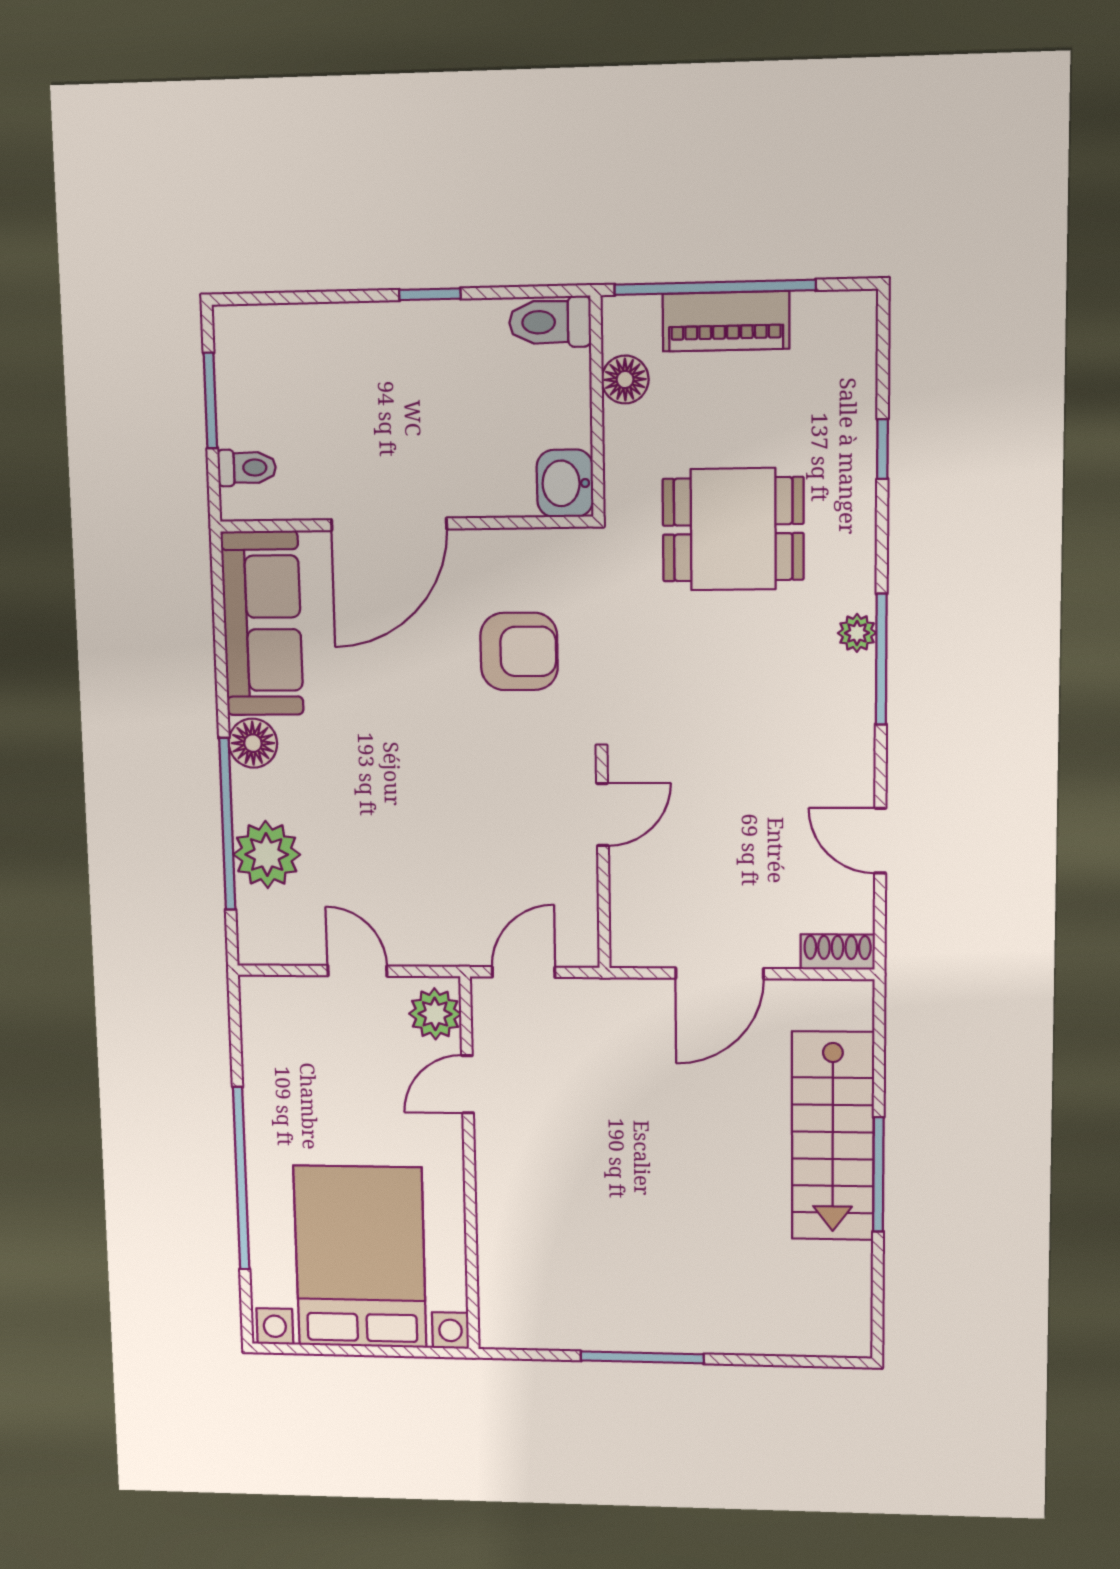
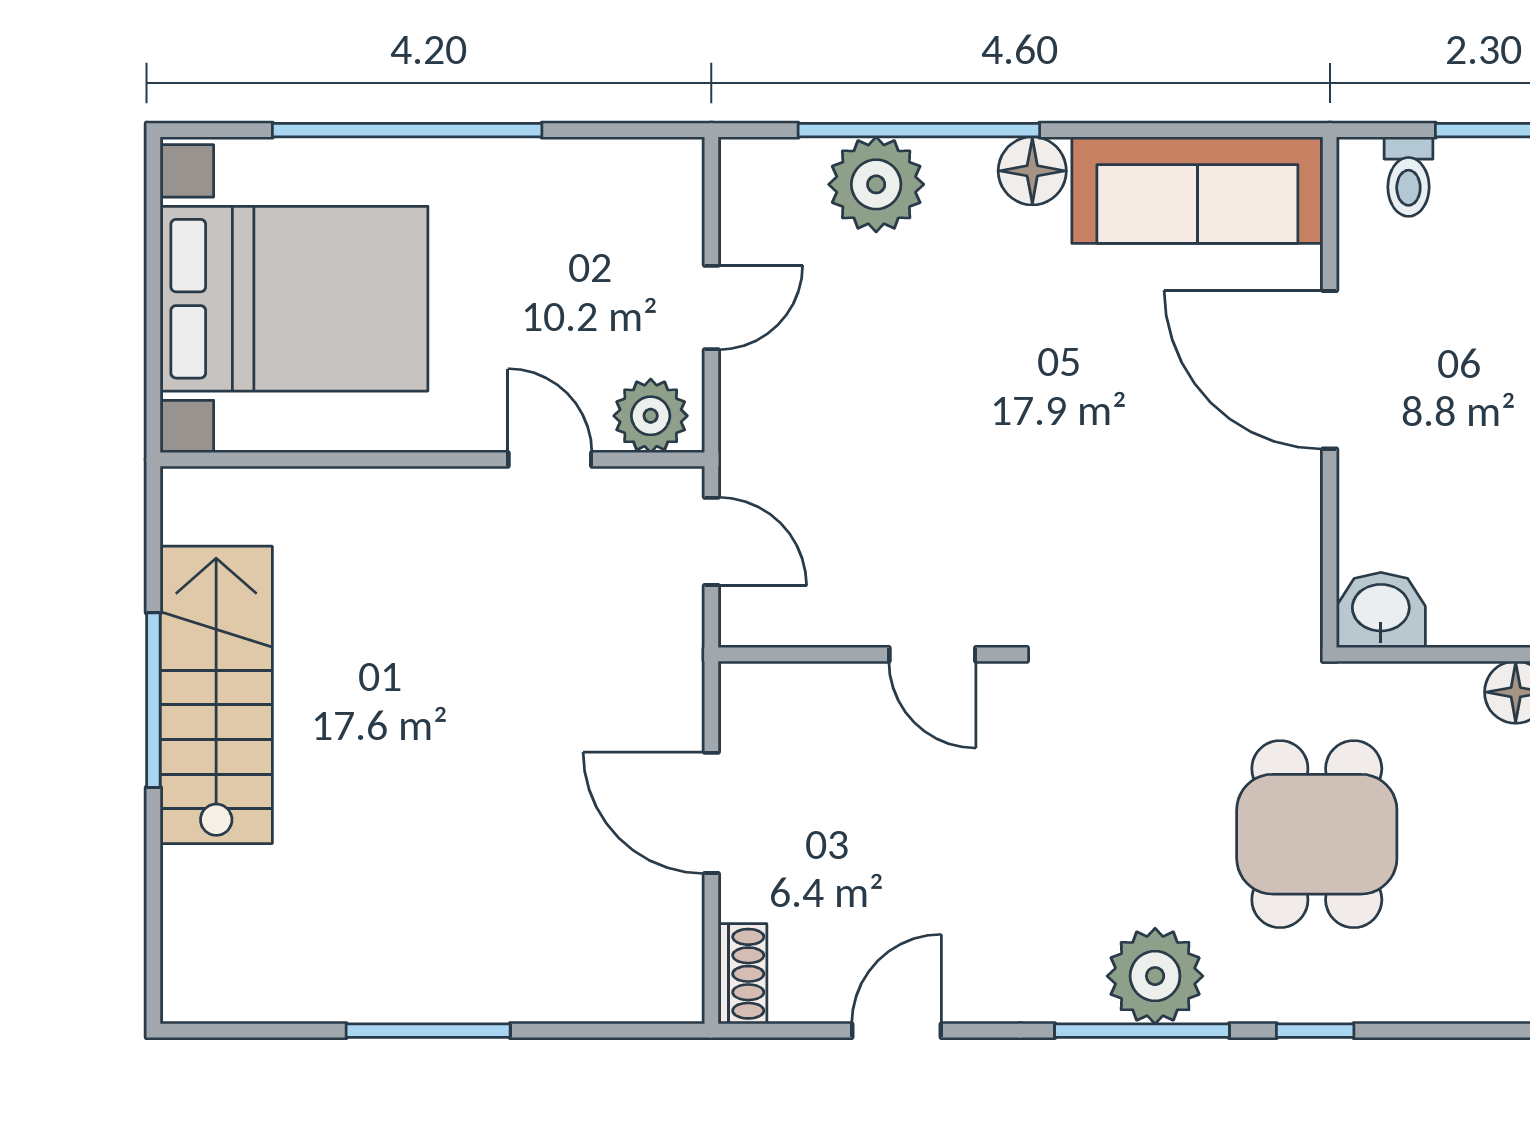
window: (882, 449) -> (1315, 1031), moved
plant: (857, 633) -> (1155, 976), width x1.88, depth x1.88
armchair: (519, 651) -> (1156, 544), removed
stairs: (833, 1136) -> (216, 695), moved, turned 90

